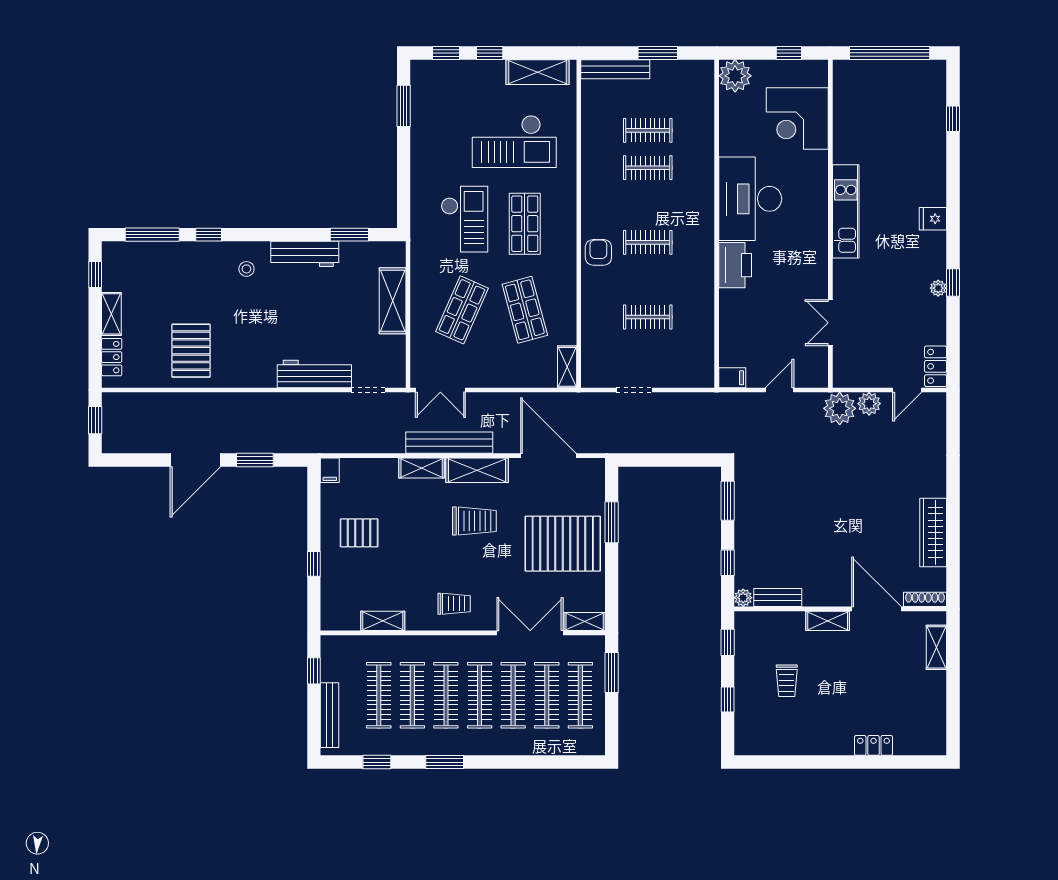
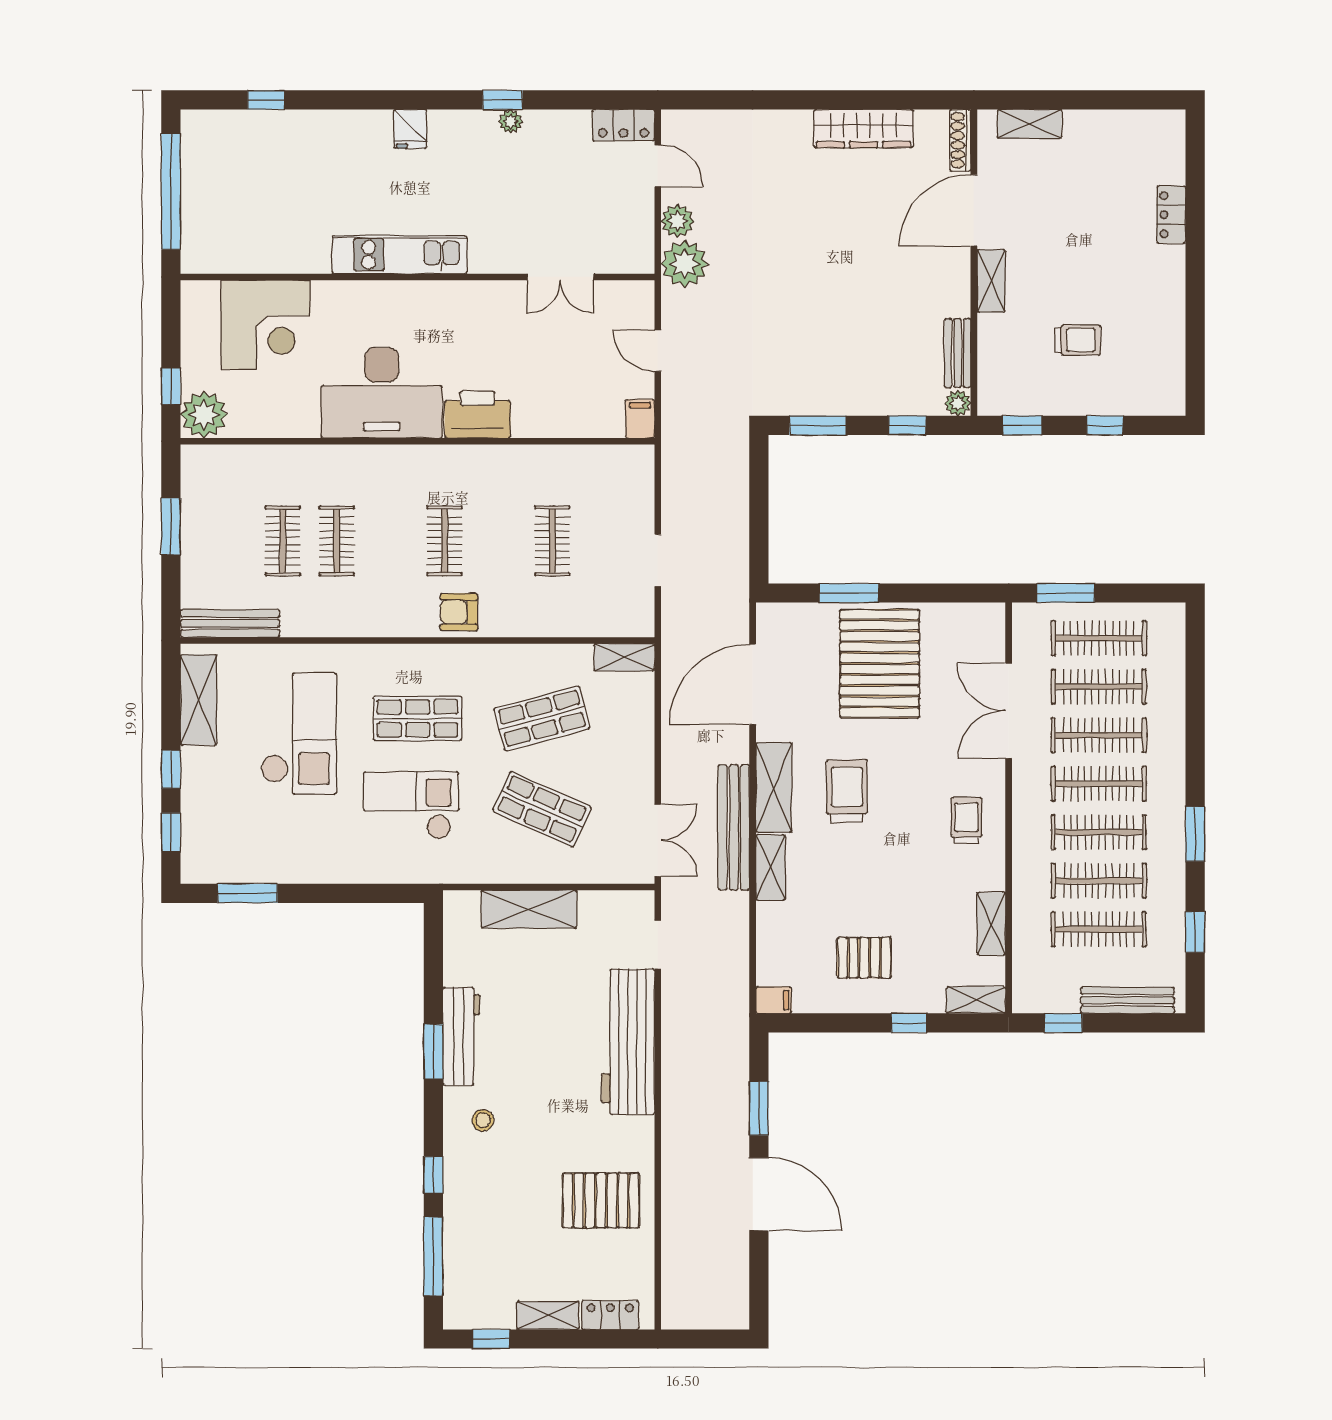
window: (789, 53) -> (171, 386), moved
bench: (615, 69) -> (230, 623), moved, turned 90
window: (349, 235) -> (433, 1052), moved
workbench: (314, 374) -> (628, 1042), width x1.36, depth x1.32
window: (95, 420) -> (701, 1339), removed
pallet: (359, 533) -> (864, 958), turned 90
shelving: (585, 622) -> (976, 1000), moved, turned 90

